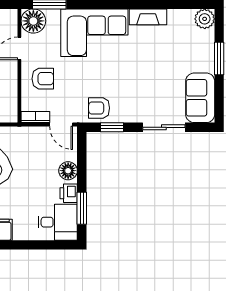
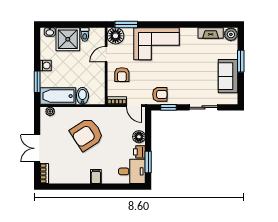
fireplace: (148, 17) -> (211, 33), moved
armchair: (43, 79) -> (122, 75), turned 90
sofa: (200, 98) -> (228, 76), moved
armchair: (99, 108) -> (160, 94), turned 180

